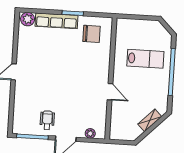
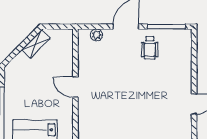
shelving: (150, 120) -> (36, 44), moved

